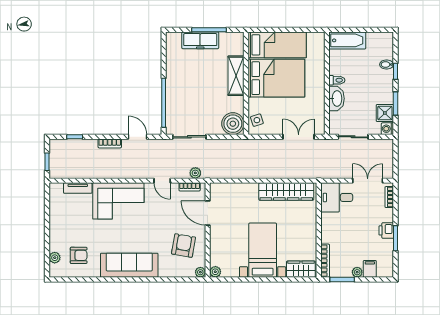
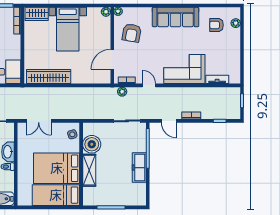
freezer: (200, 40) -> (139, 168), moved, turned -90
boiler: (233, 124) -> (92, 144), moved
door: (208, 213) -> (112, 59), swing flipped

